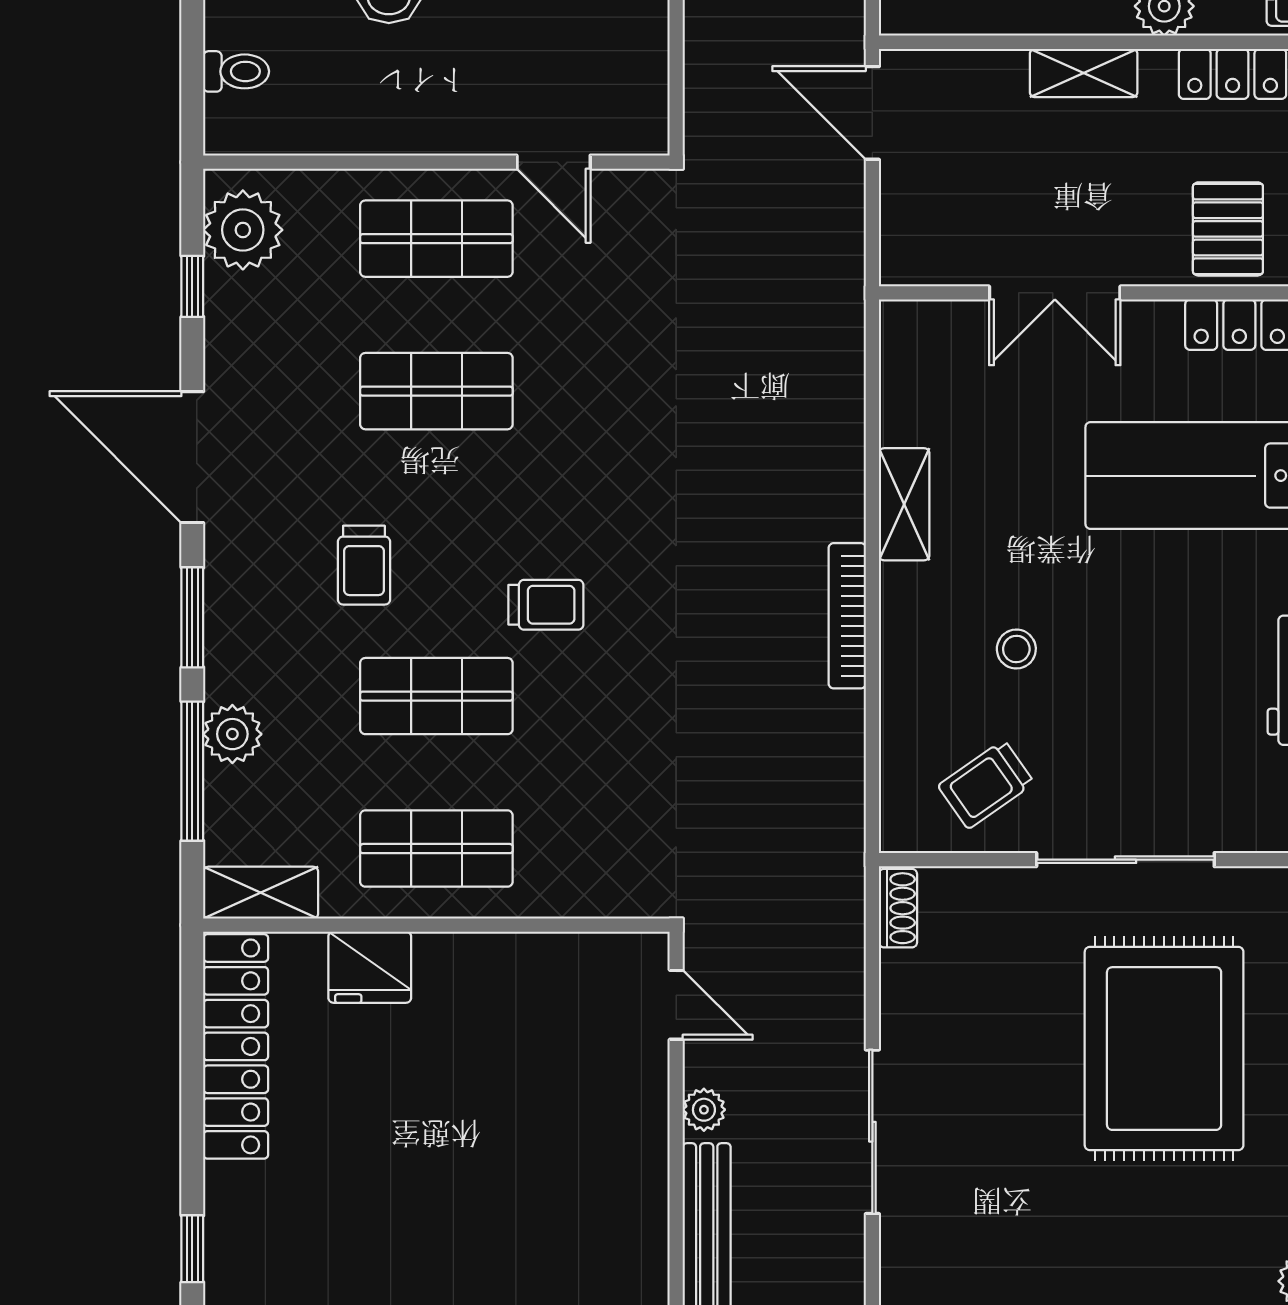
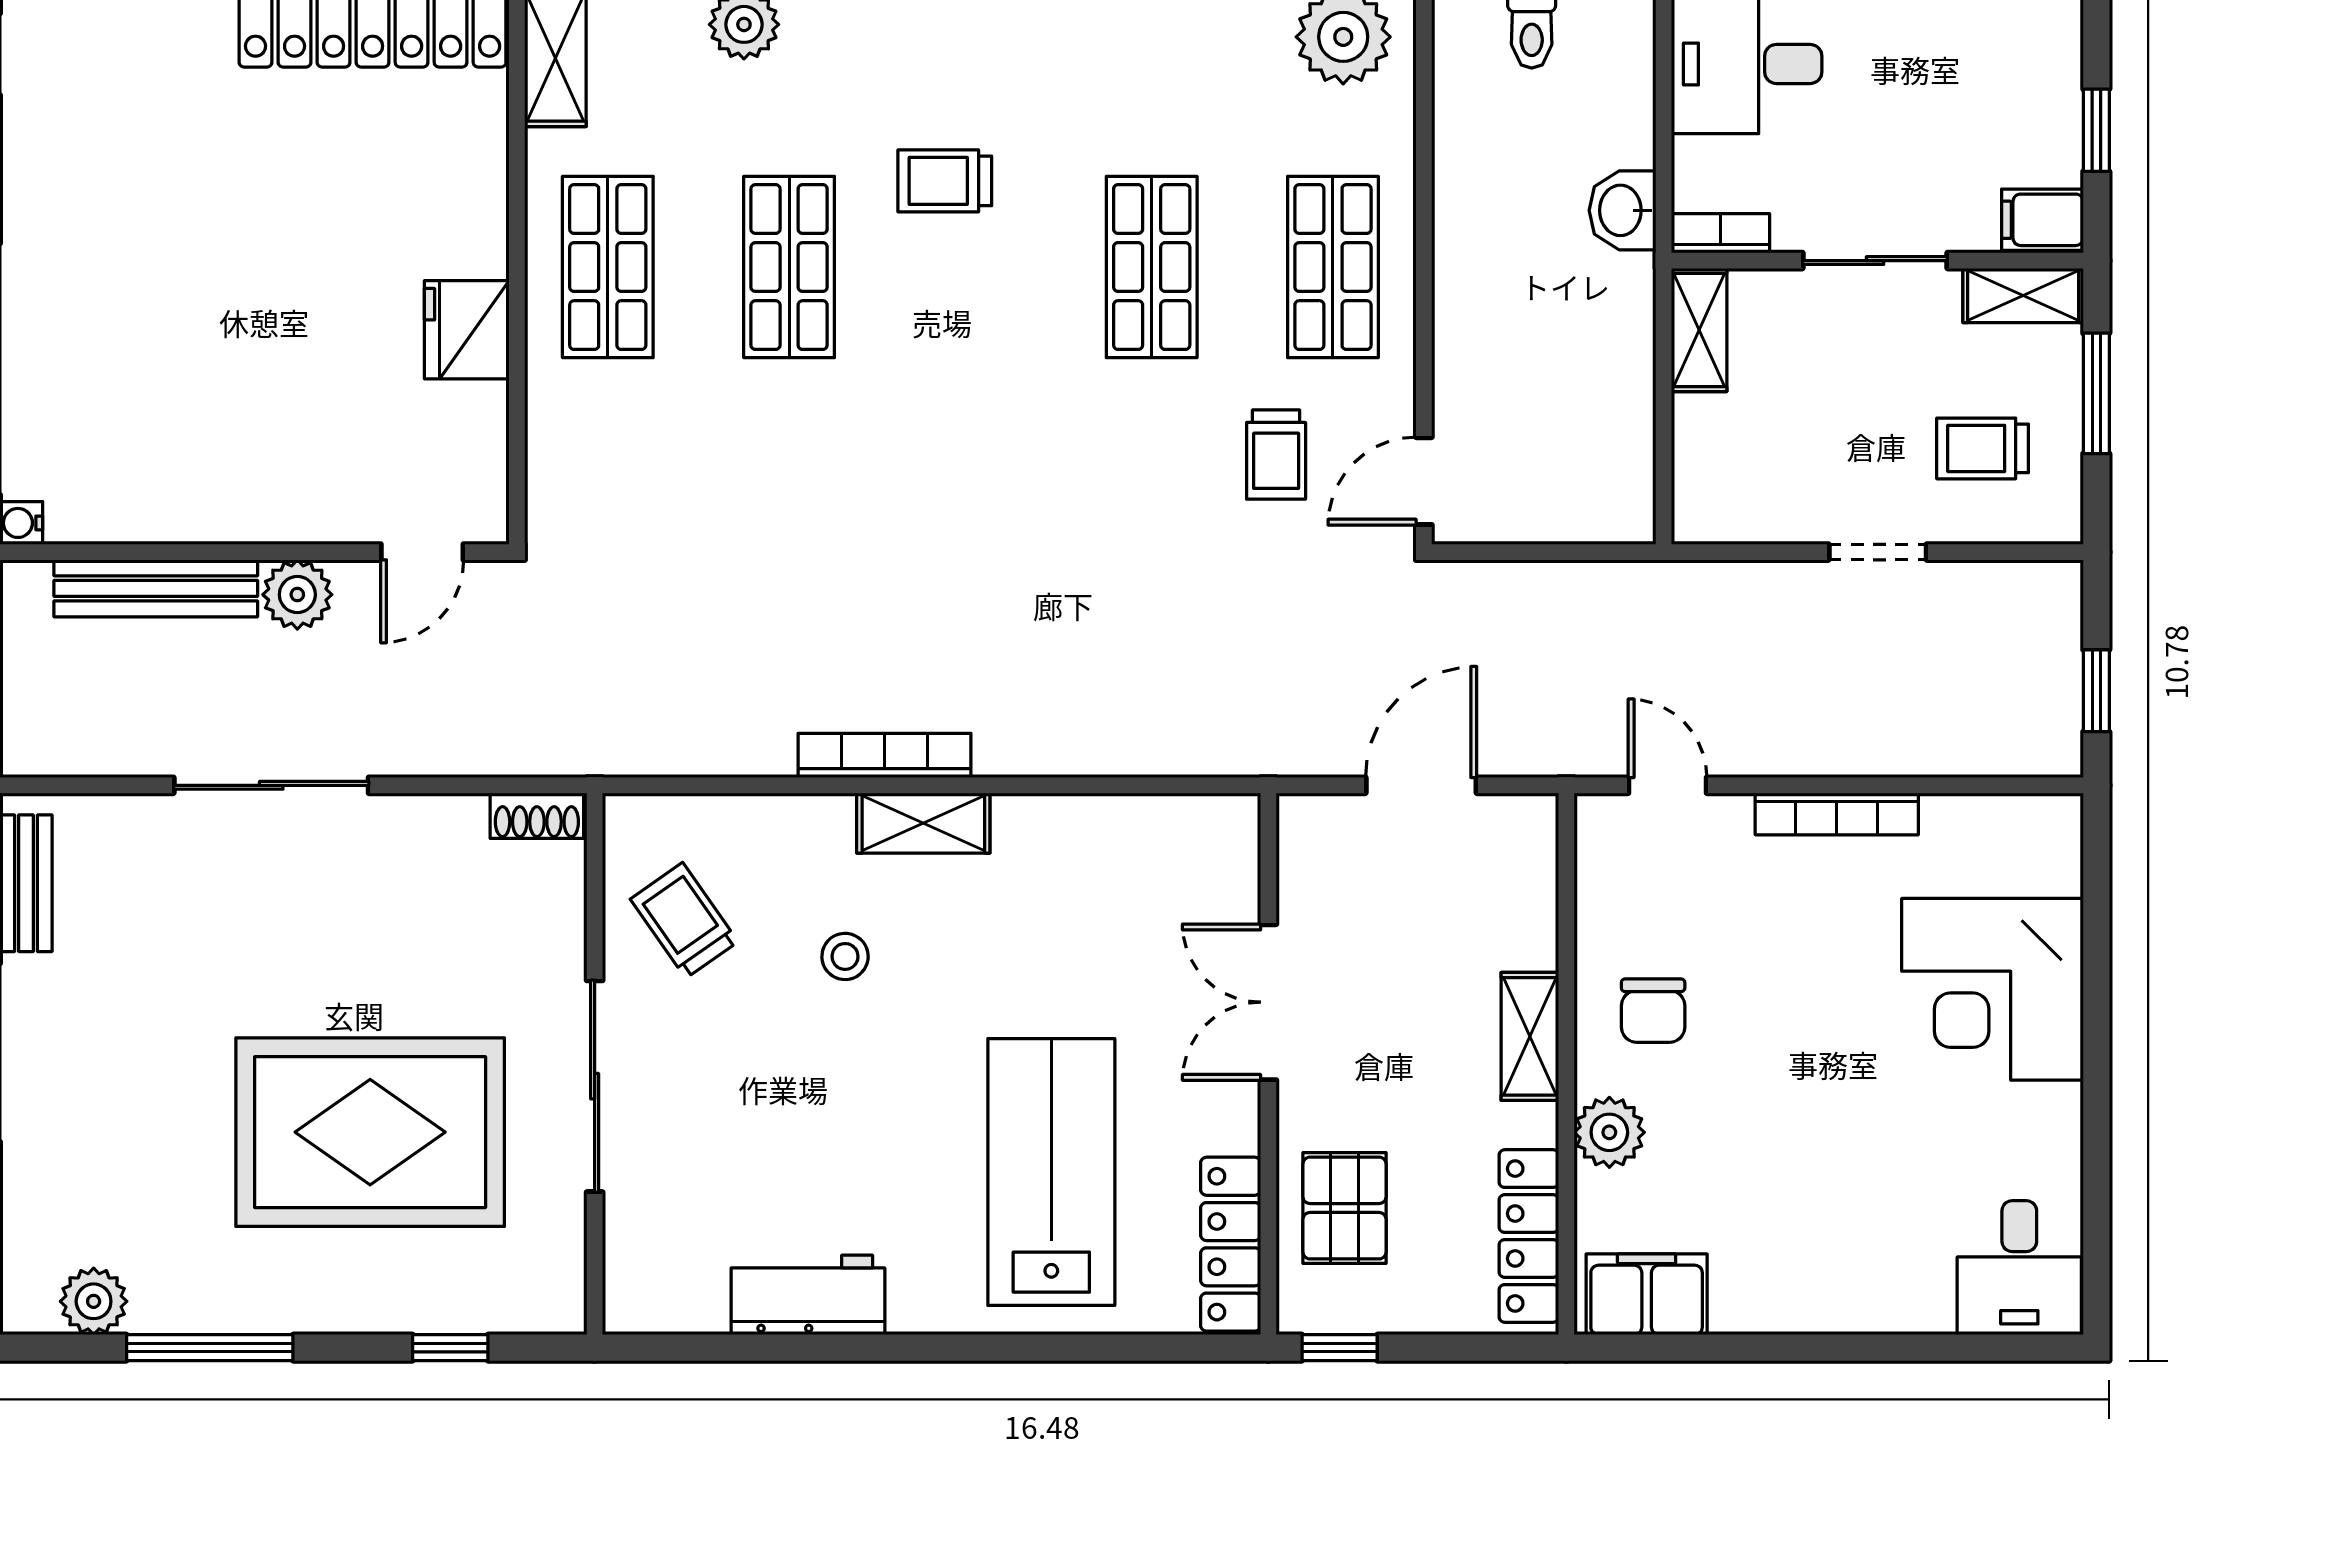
door: (872, 113) -> (1421, 785), moved
door: (554, 162) -> (1424, 481), moved
pallet: (1228, 229) -> (1345, 1208), turned 90
shelving: (904, 504) -> (923, 823), moved
trolley: (546, 605) -> (1276, 455), moved
fridge: (370, 967) -> (467, 330), moved
plant: (704, 1110) -> (297, 595), width x1.38, depth x1.38

